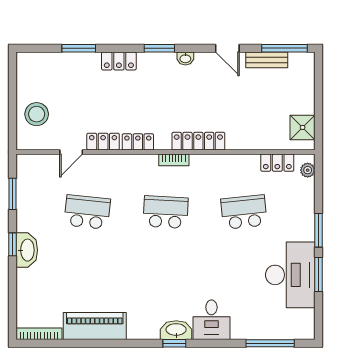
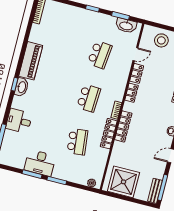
bench: (267, 60) -> (155, 191), moved
shower: (303, 127) -> (123, 182), width x1.86, depth x1.86
door: (71, 152) -> (135, 54), swing flipped
locker: (277, 163) -> (109, 134), moved, width x1.53
washbasin: (27, 250) -> (126, 26), moved
desk: (290, 275) -> (40, 163), width x0.73, depth x0.77
desk: (211, 320) -> (19, 121), moved
piano: (95, 326) -> (31, 61), moved

